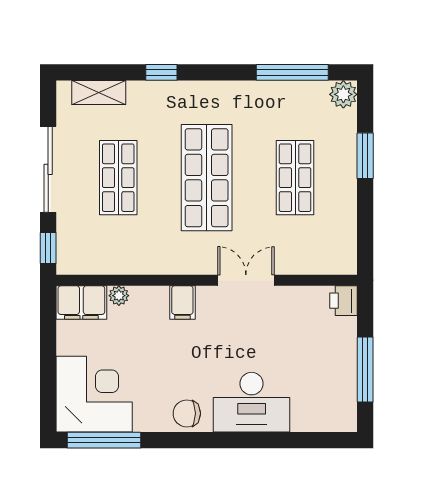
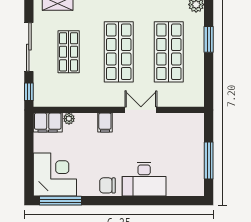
shop shelf: (295, 178) -> (169, 52), width x1.43, depth x1.36
printer: (344, 301) -> (196, 121), removed

